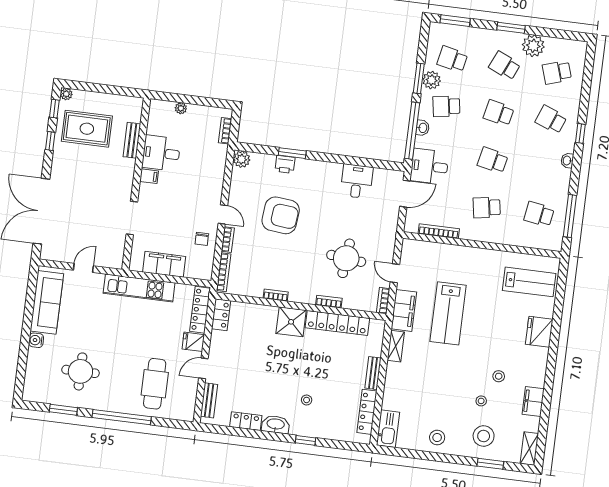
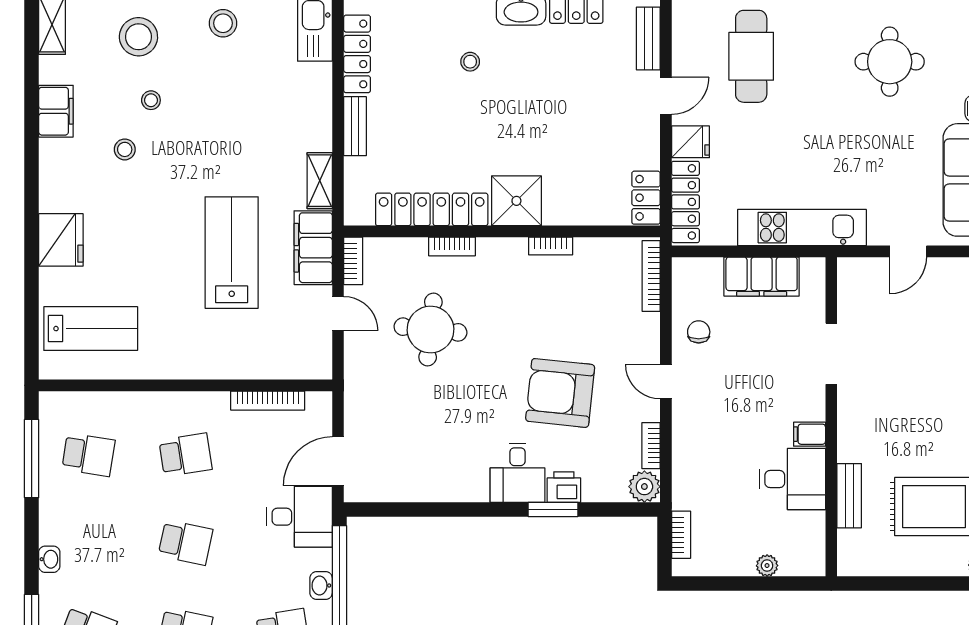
desk: (357, 181) -> (517, 473), moved
bookcase: (228, 240) -> (651, 446), moved
lab bench: (529, 282) -> (91, 329), turned 180

